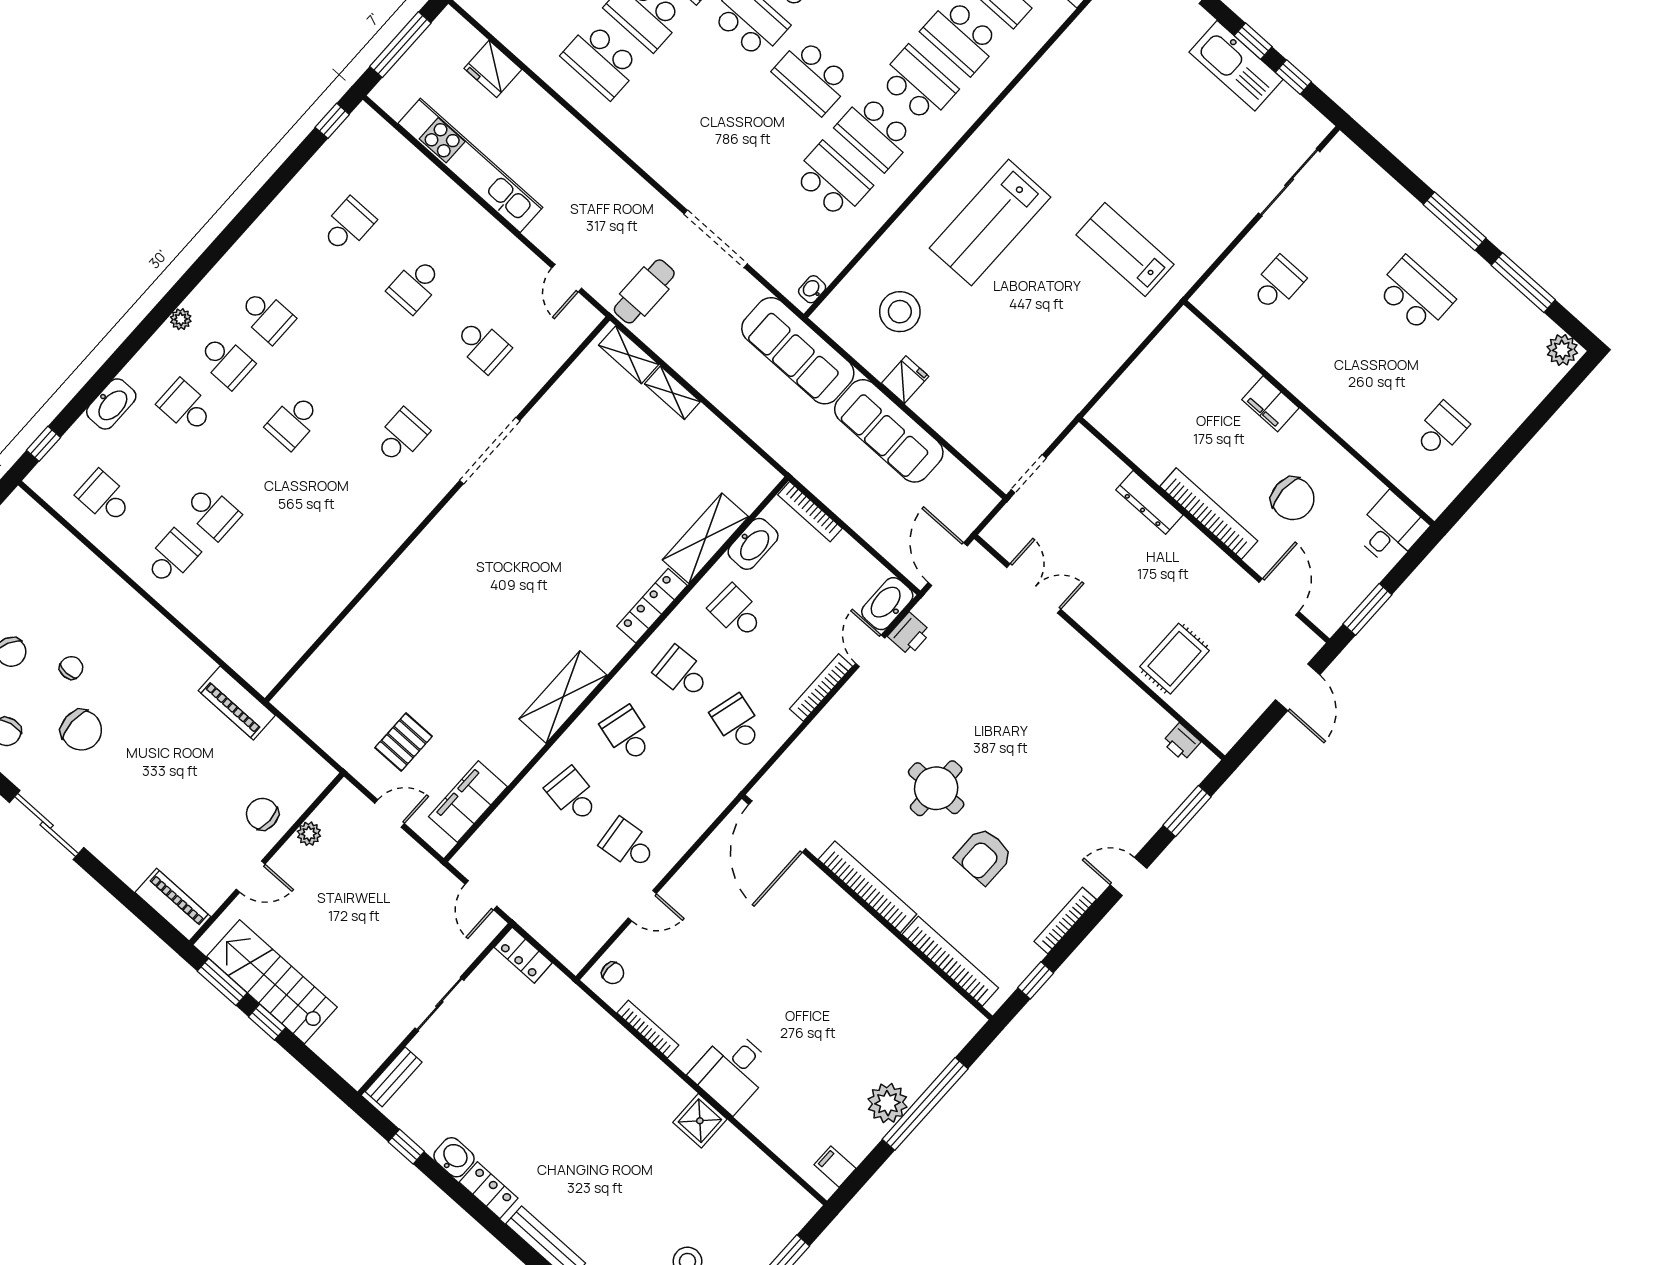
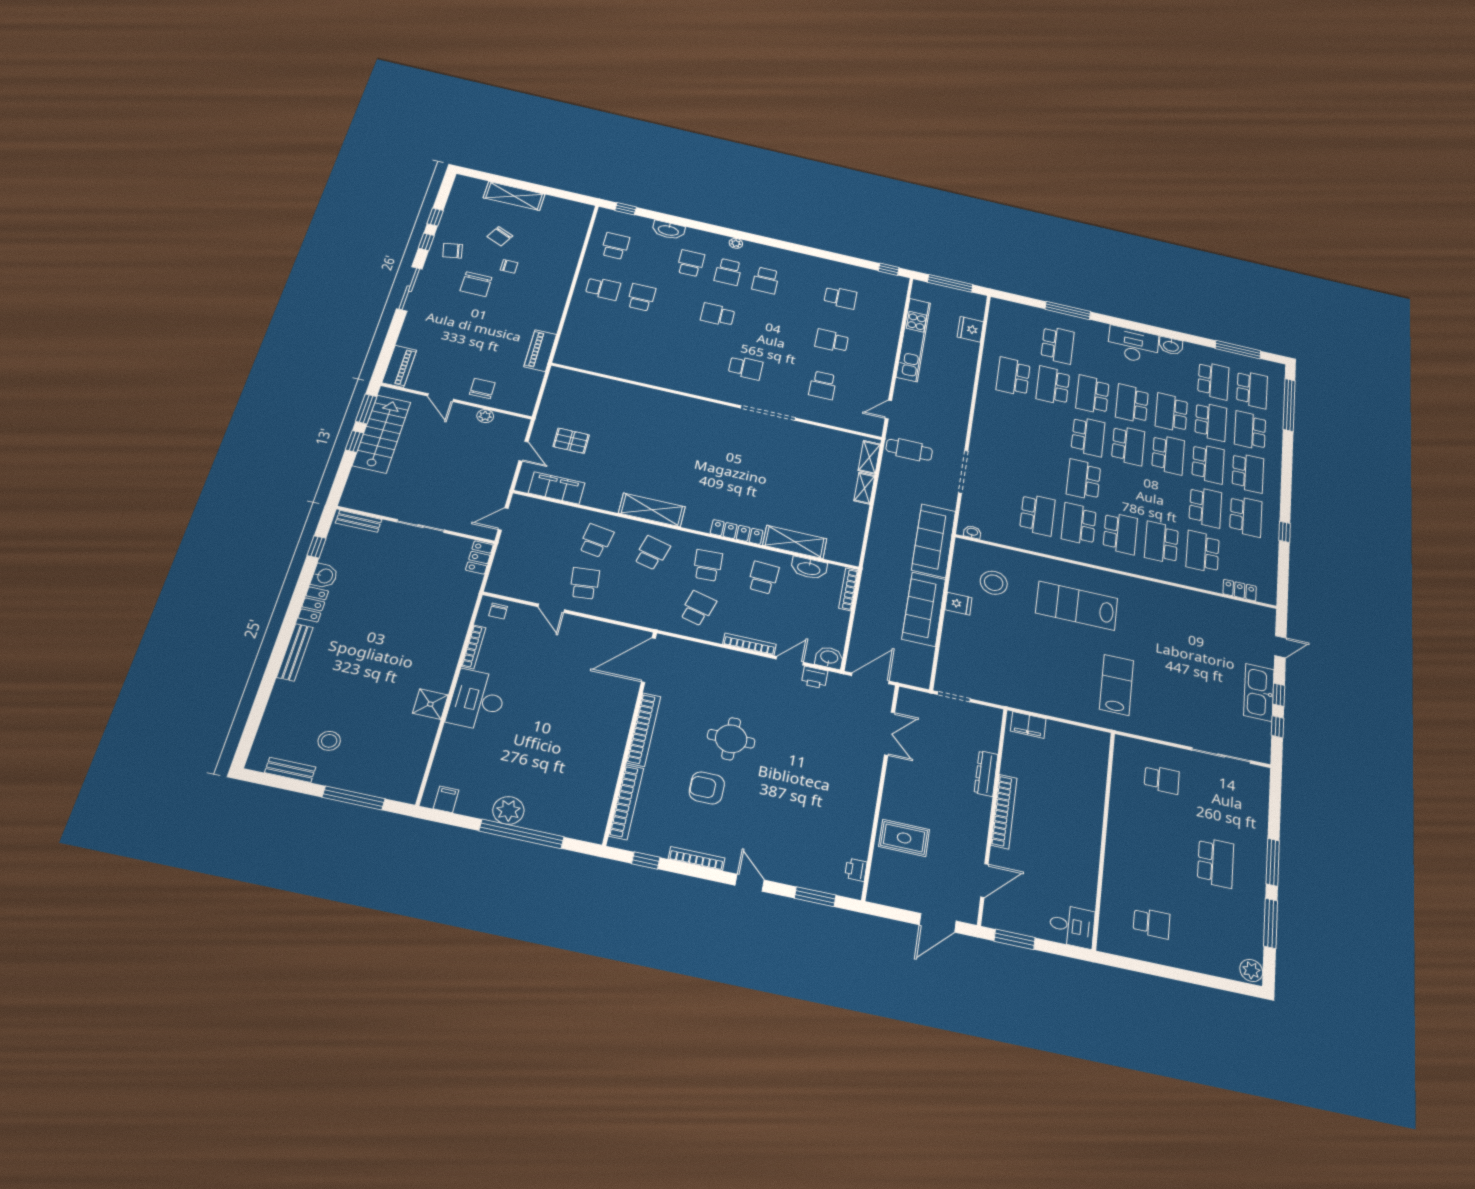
filing cabinet: (1270, 404) -> (1028, 725), moved, turned -90
chair: (1293, 499) -> (1048, 856), removed
school desk: (212, 512) -> (641, 297), turned 180
washbasin: (887, 604) -> (829, 658), width x0.72
desk: (732, 1071) -> (477, 700), width x1.37

